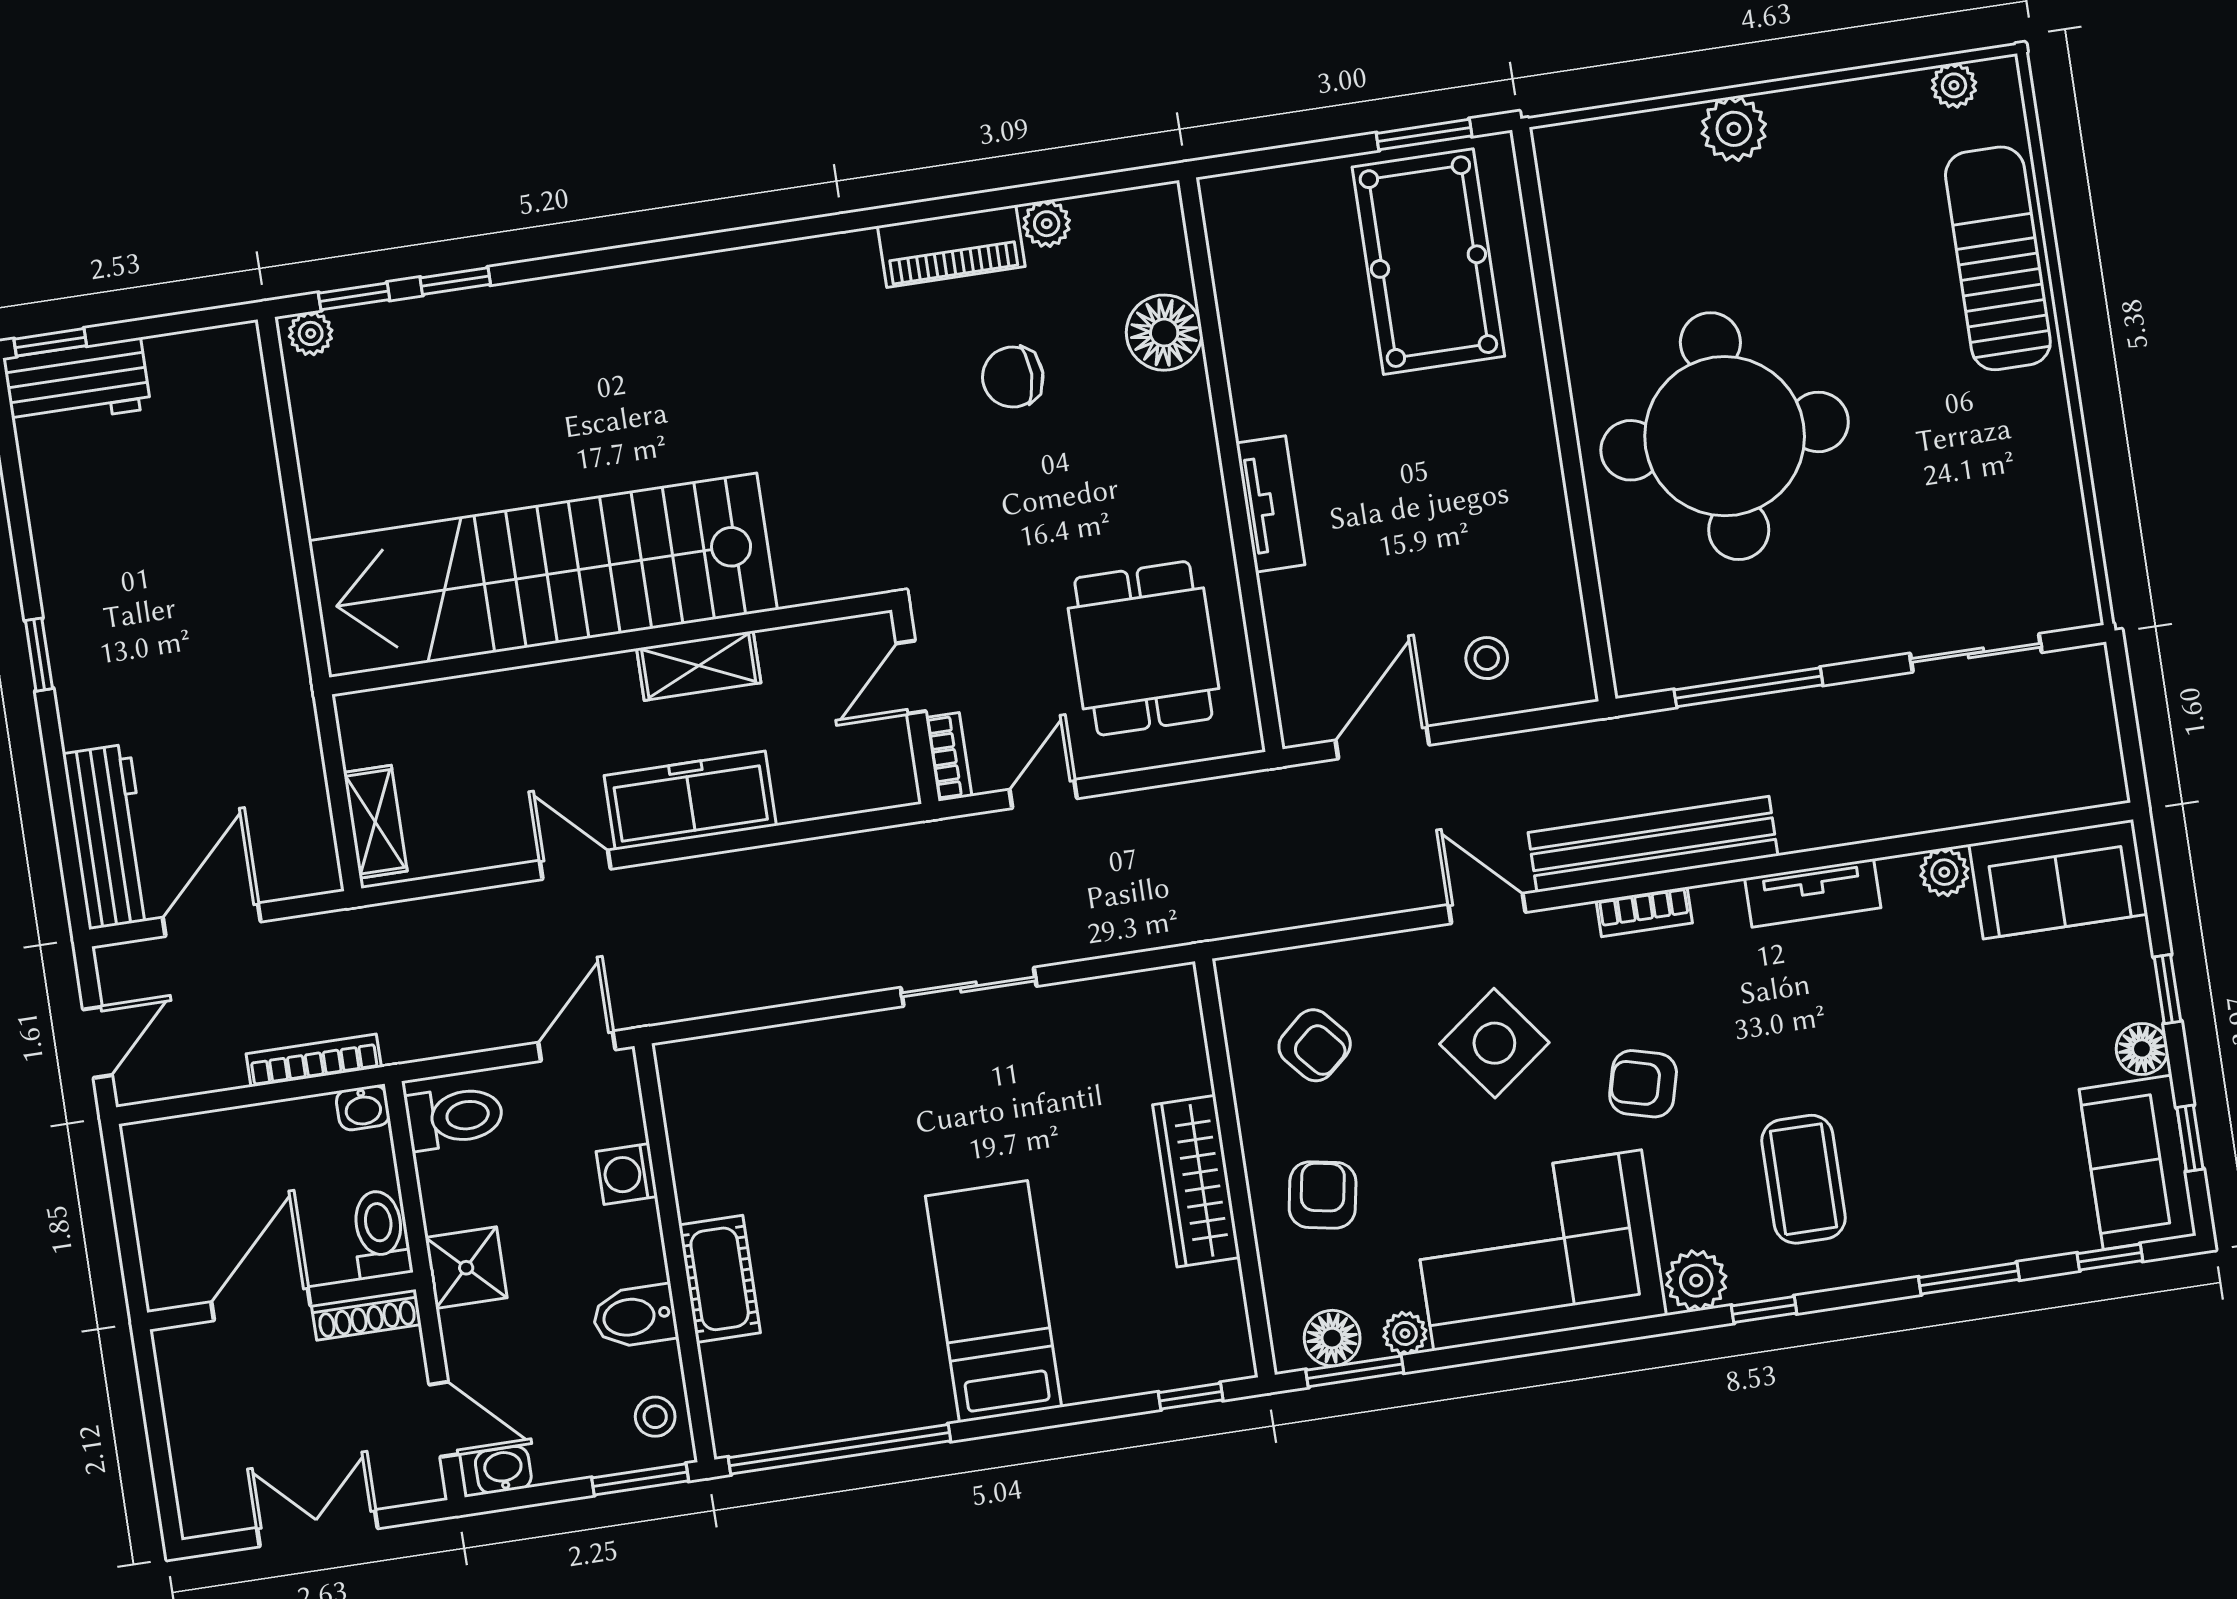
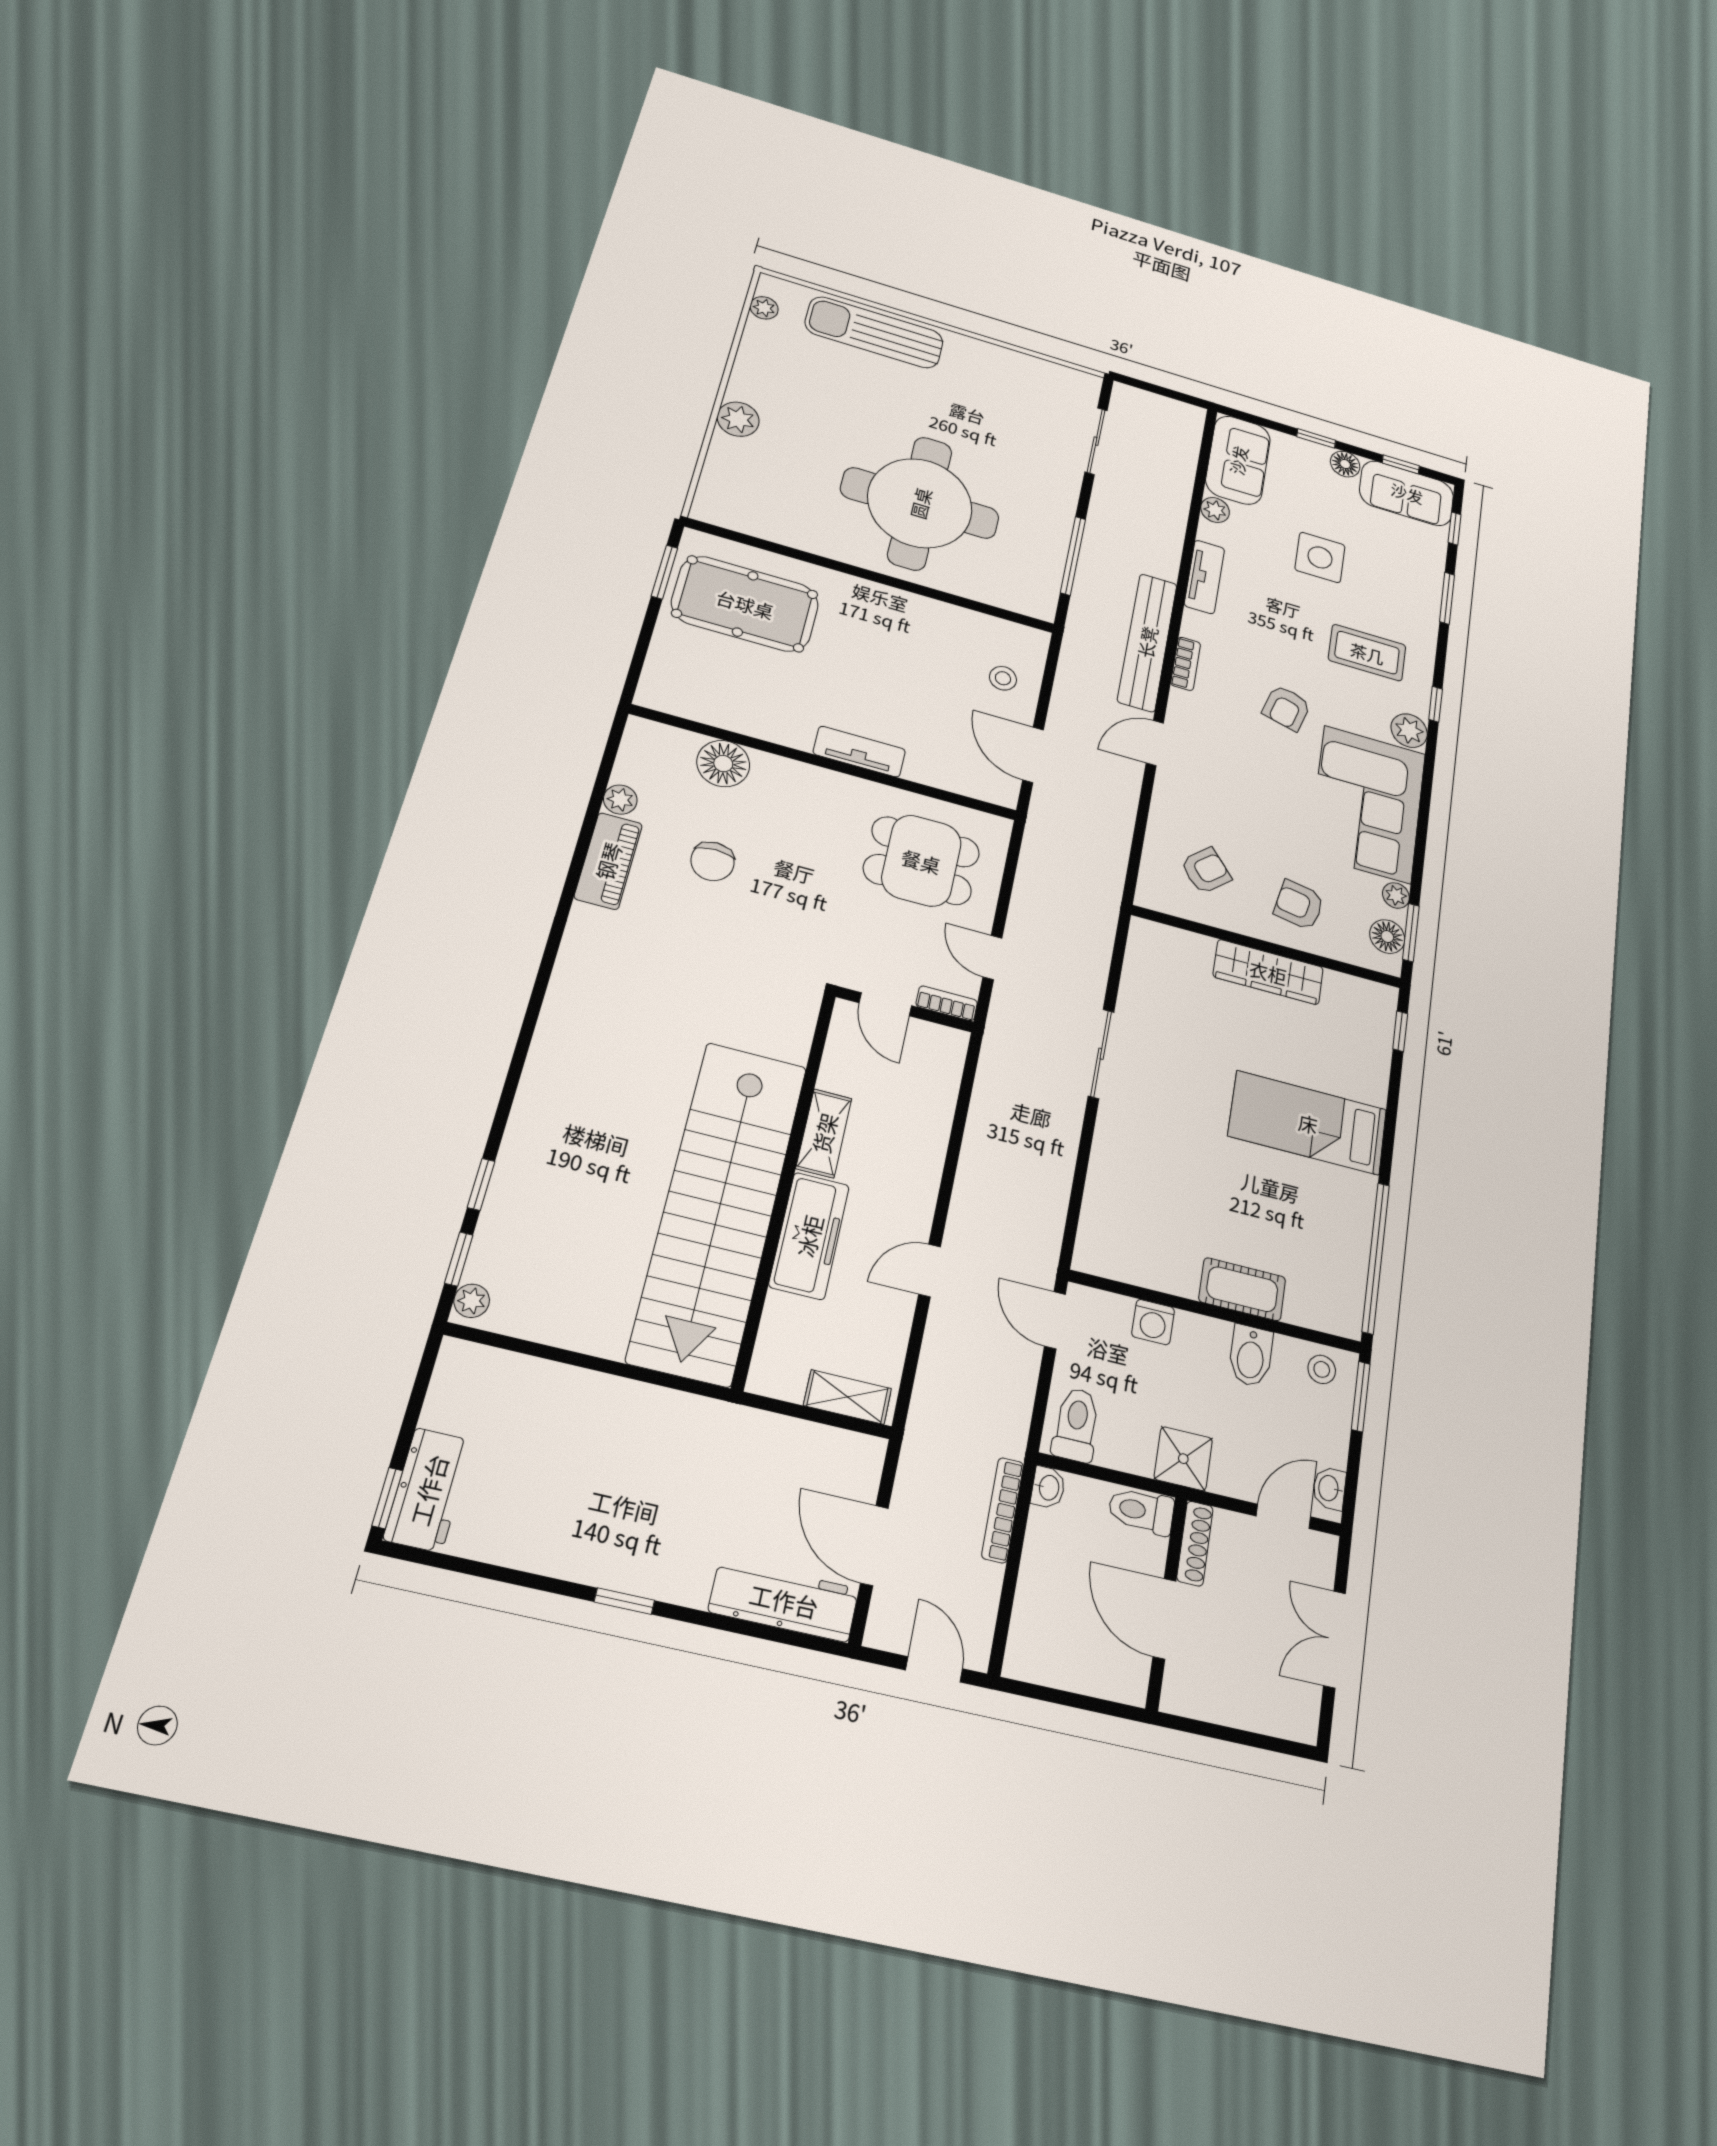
freezer: (690, 801) -> (809, 1236), moved, turned 180
side table: (1494, 1043) -> (1320, 557), moved, turned 37

